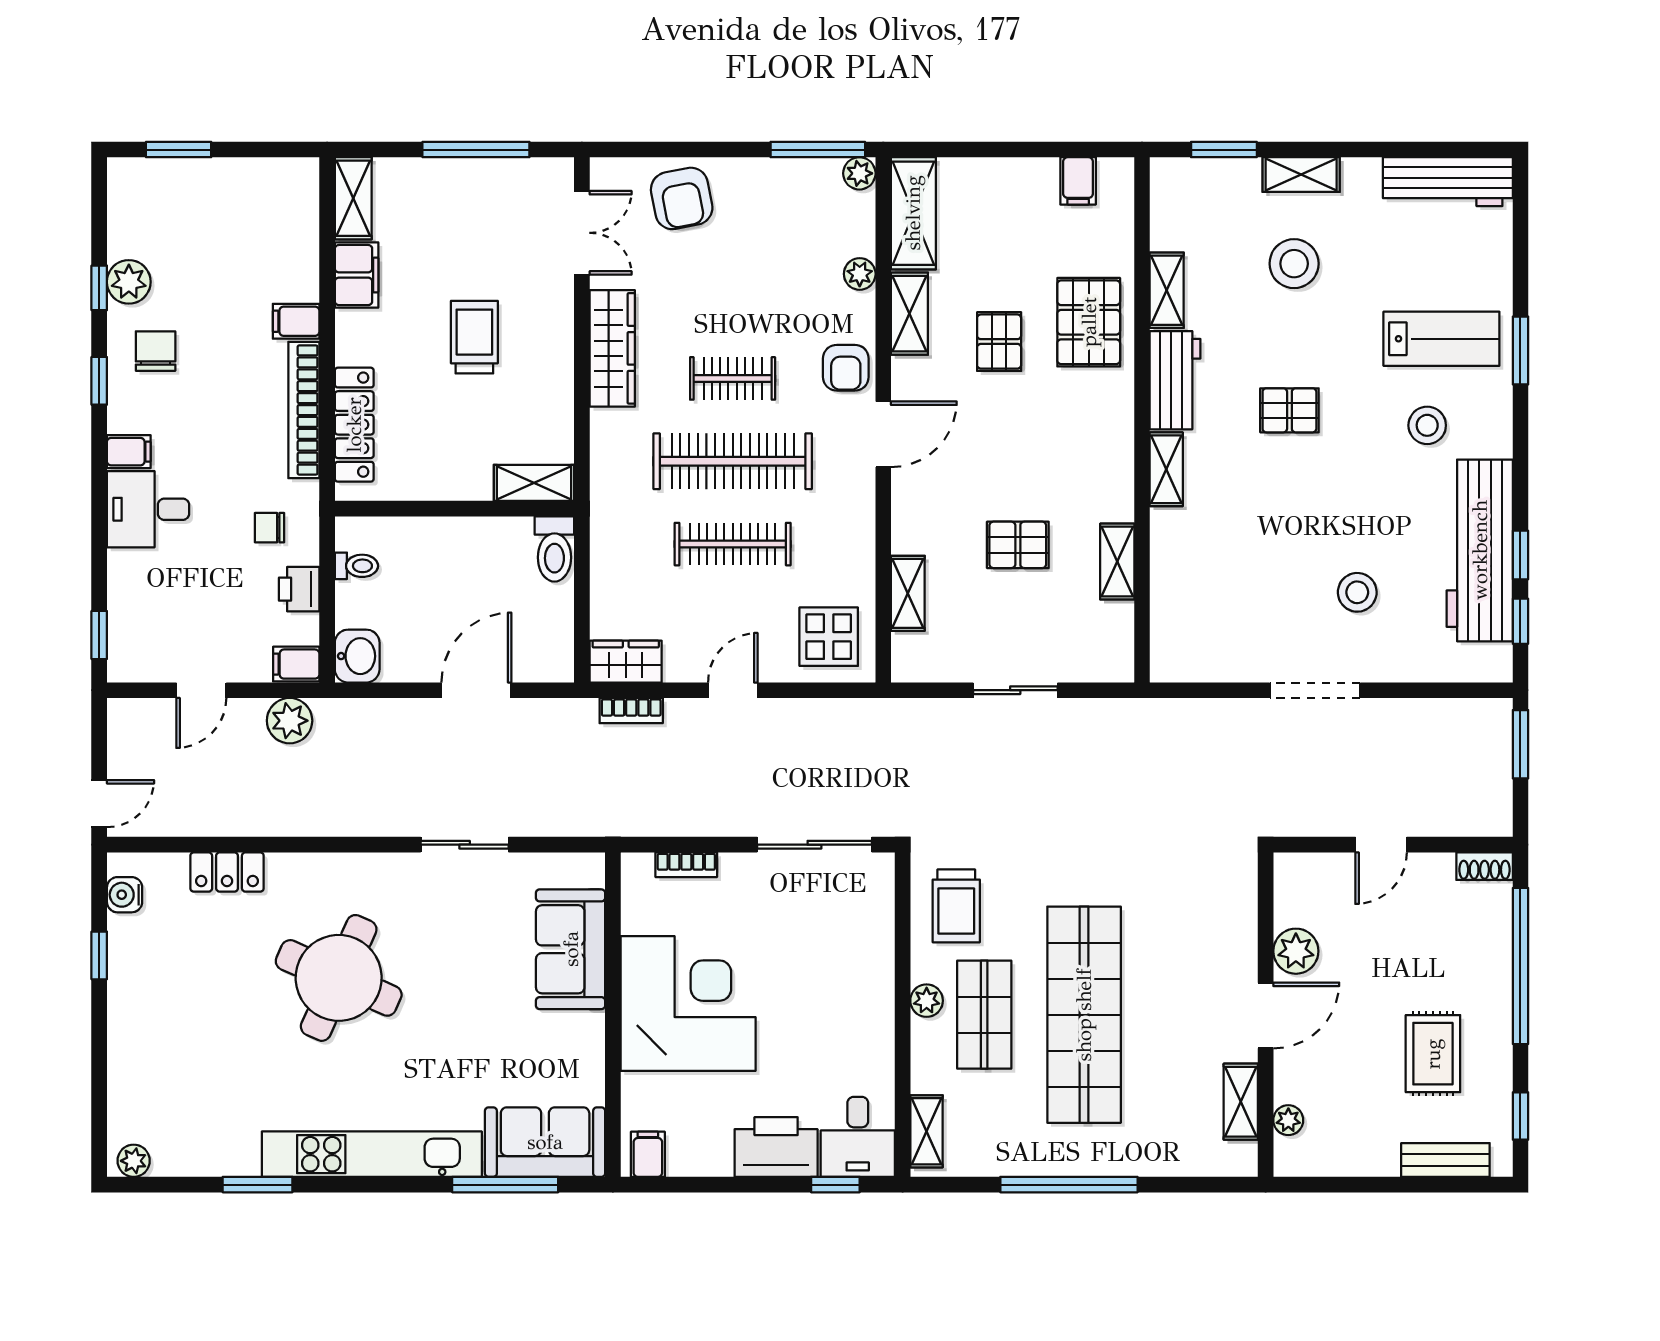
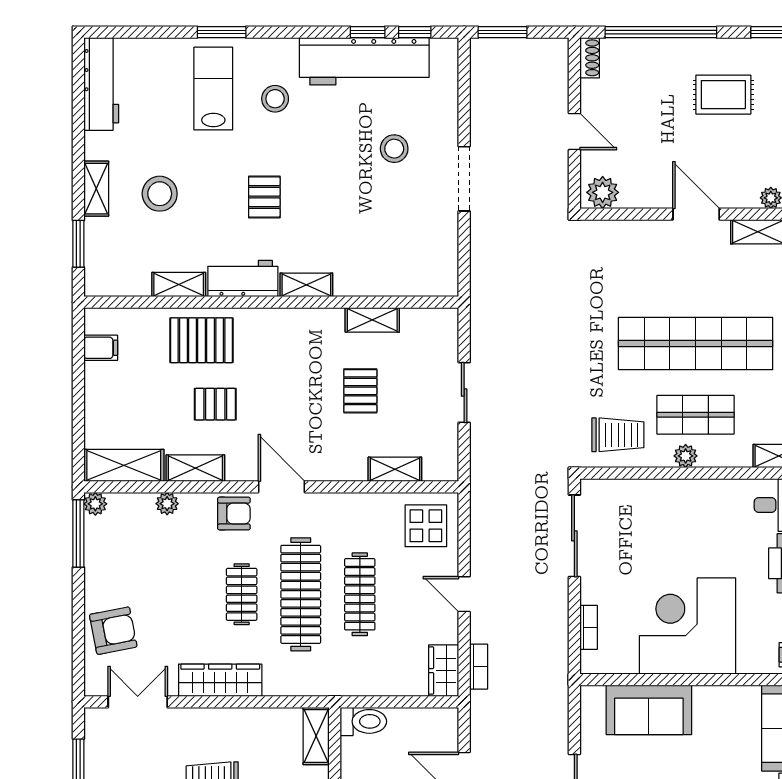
plant: (1296, 951) -> (603, 192), moved

